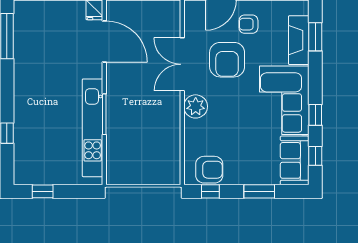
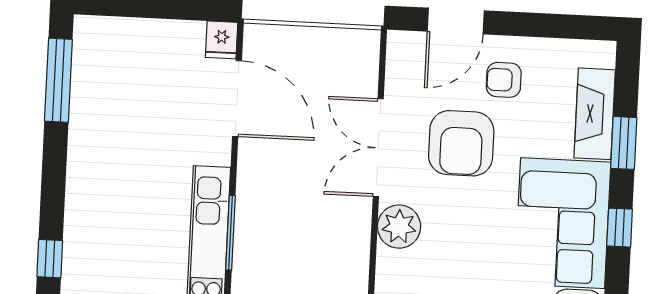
window: (315, 37) -> (624, 143), moved
window: (315, 115) -> (620, 228), moved

